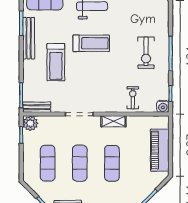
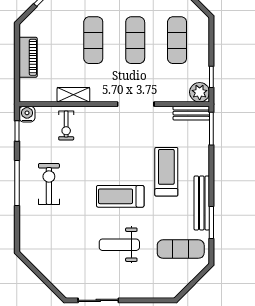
shelving: (113, 121) -> (73, 95), moved
piano: (160, 150) -> (28, 57), width x0.73, depth x0.75

